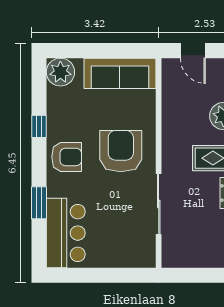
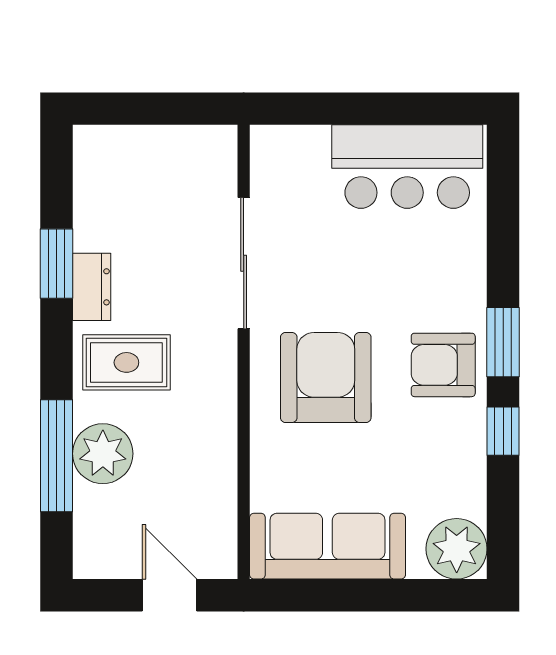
armchair: (121, 151) -> (326, 377), turned 180
window: (39, 203) -> (503, 342), moved
bar counter: (66, 233) -> (407, 167), moved, turned -90

